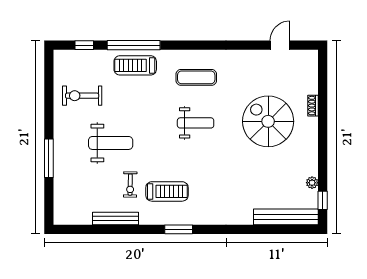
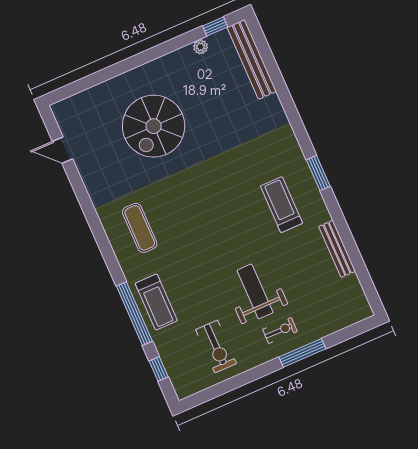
shoe rack: (313, 106) -> (114, 84), removed
weight bench: (196, 123) -> (191, 206), removed
exercise bike: (130, 185) -> (280, 330), moved

